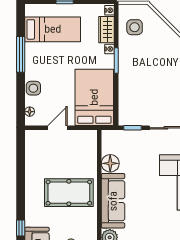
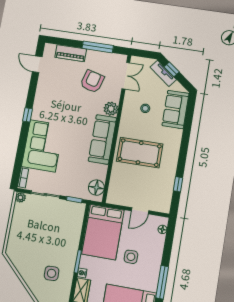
side table: (135, 27) -> (52, 273), moved
side table: (33, 88) -> (131, 257), moved
floor lamp: (110, 163) -> (96, 188), moved
window: (21, 228) -> (178, 184), moved

